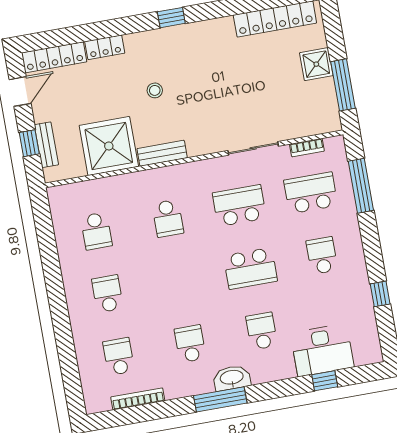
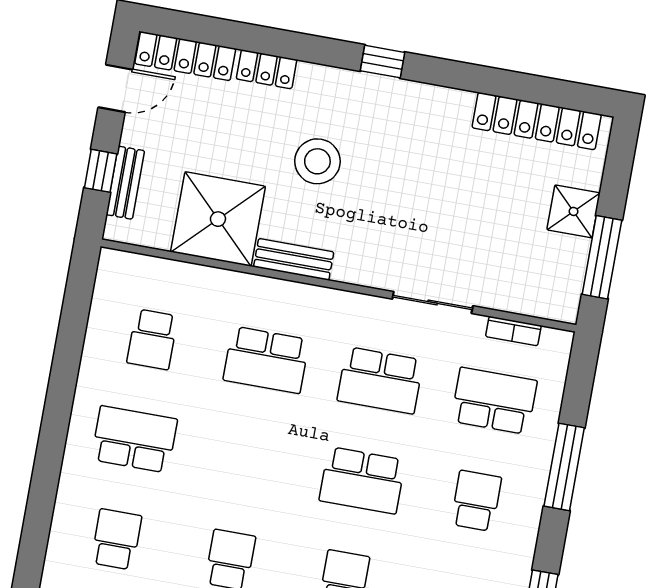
stool: (155, 90) -> (317, 161), width x1.89, depth x1.89
window: (361, 186) -> (564, 467), moved
school desk: (239, 206) -> (380, 380), turned 180
school desk: (168, 218) -> (266, 360), width x1.85
school desk: (108, 294) -> (134, 439), width x1.85

